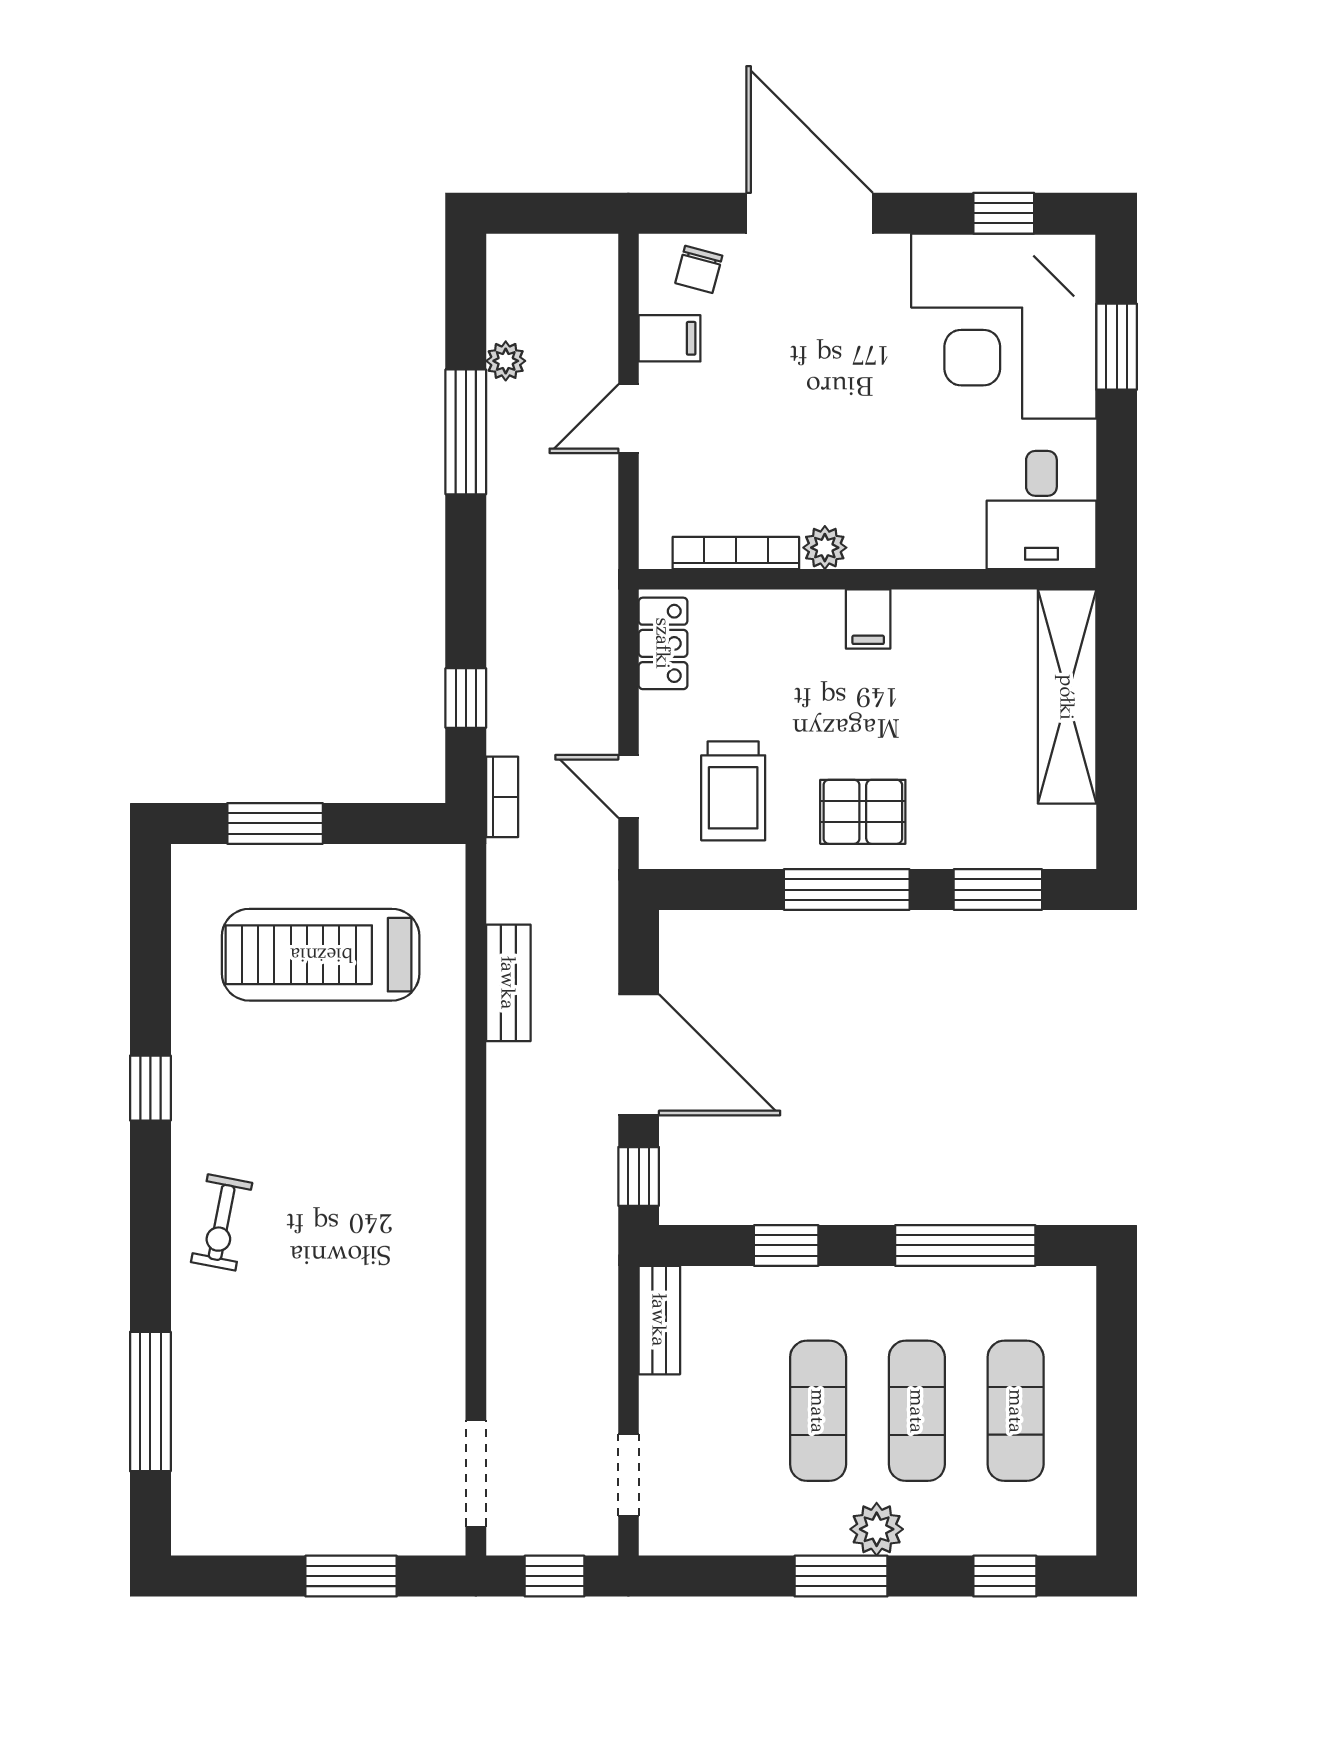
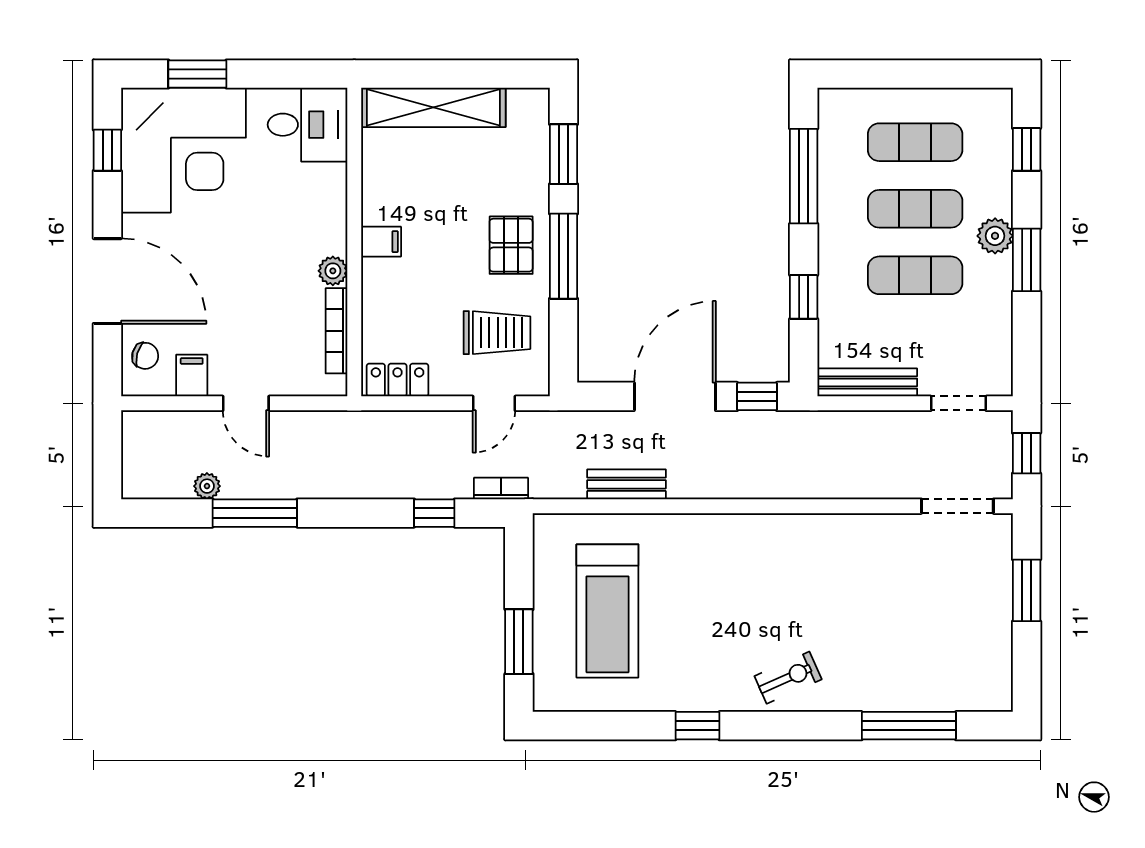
door: (810, 213) -> (107, 281), swing flipped
exercise bike: (222, 1222) -> (788, 678), turned -35
bench: (659, 1320) -> (867, 382), width x1.36

